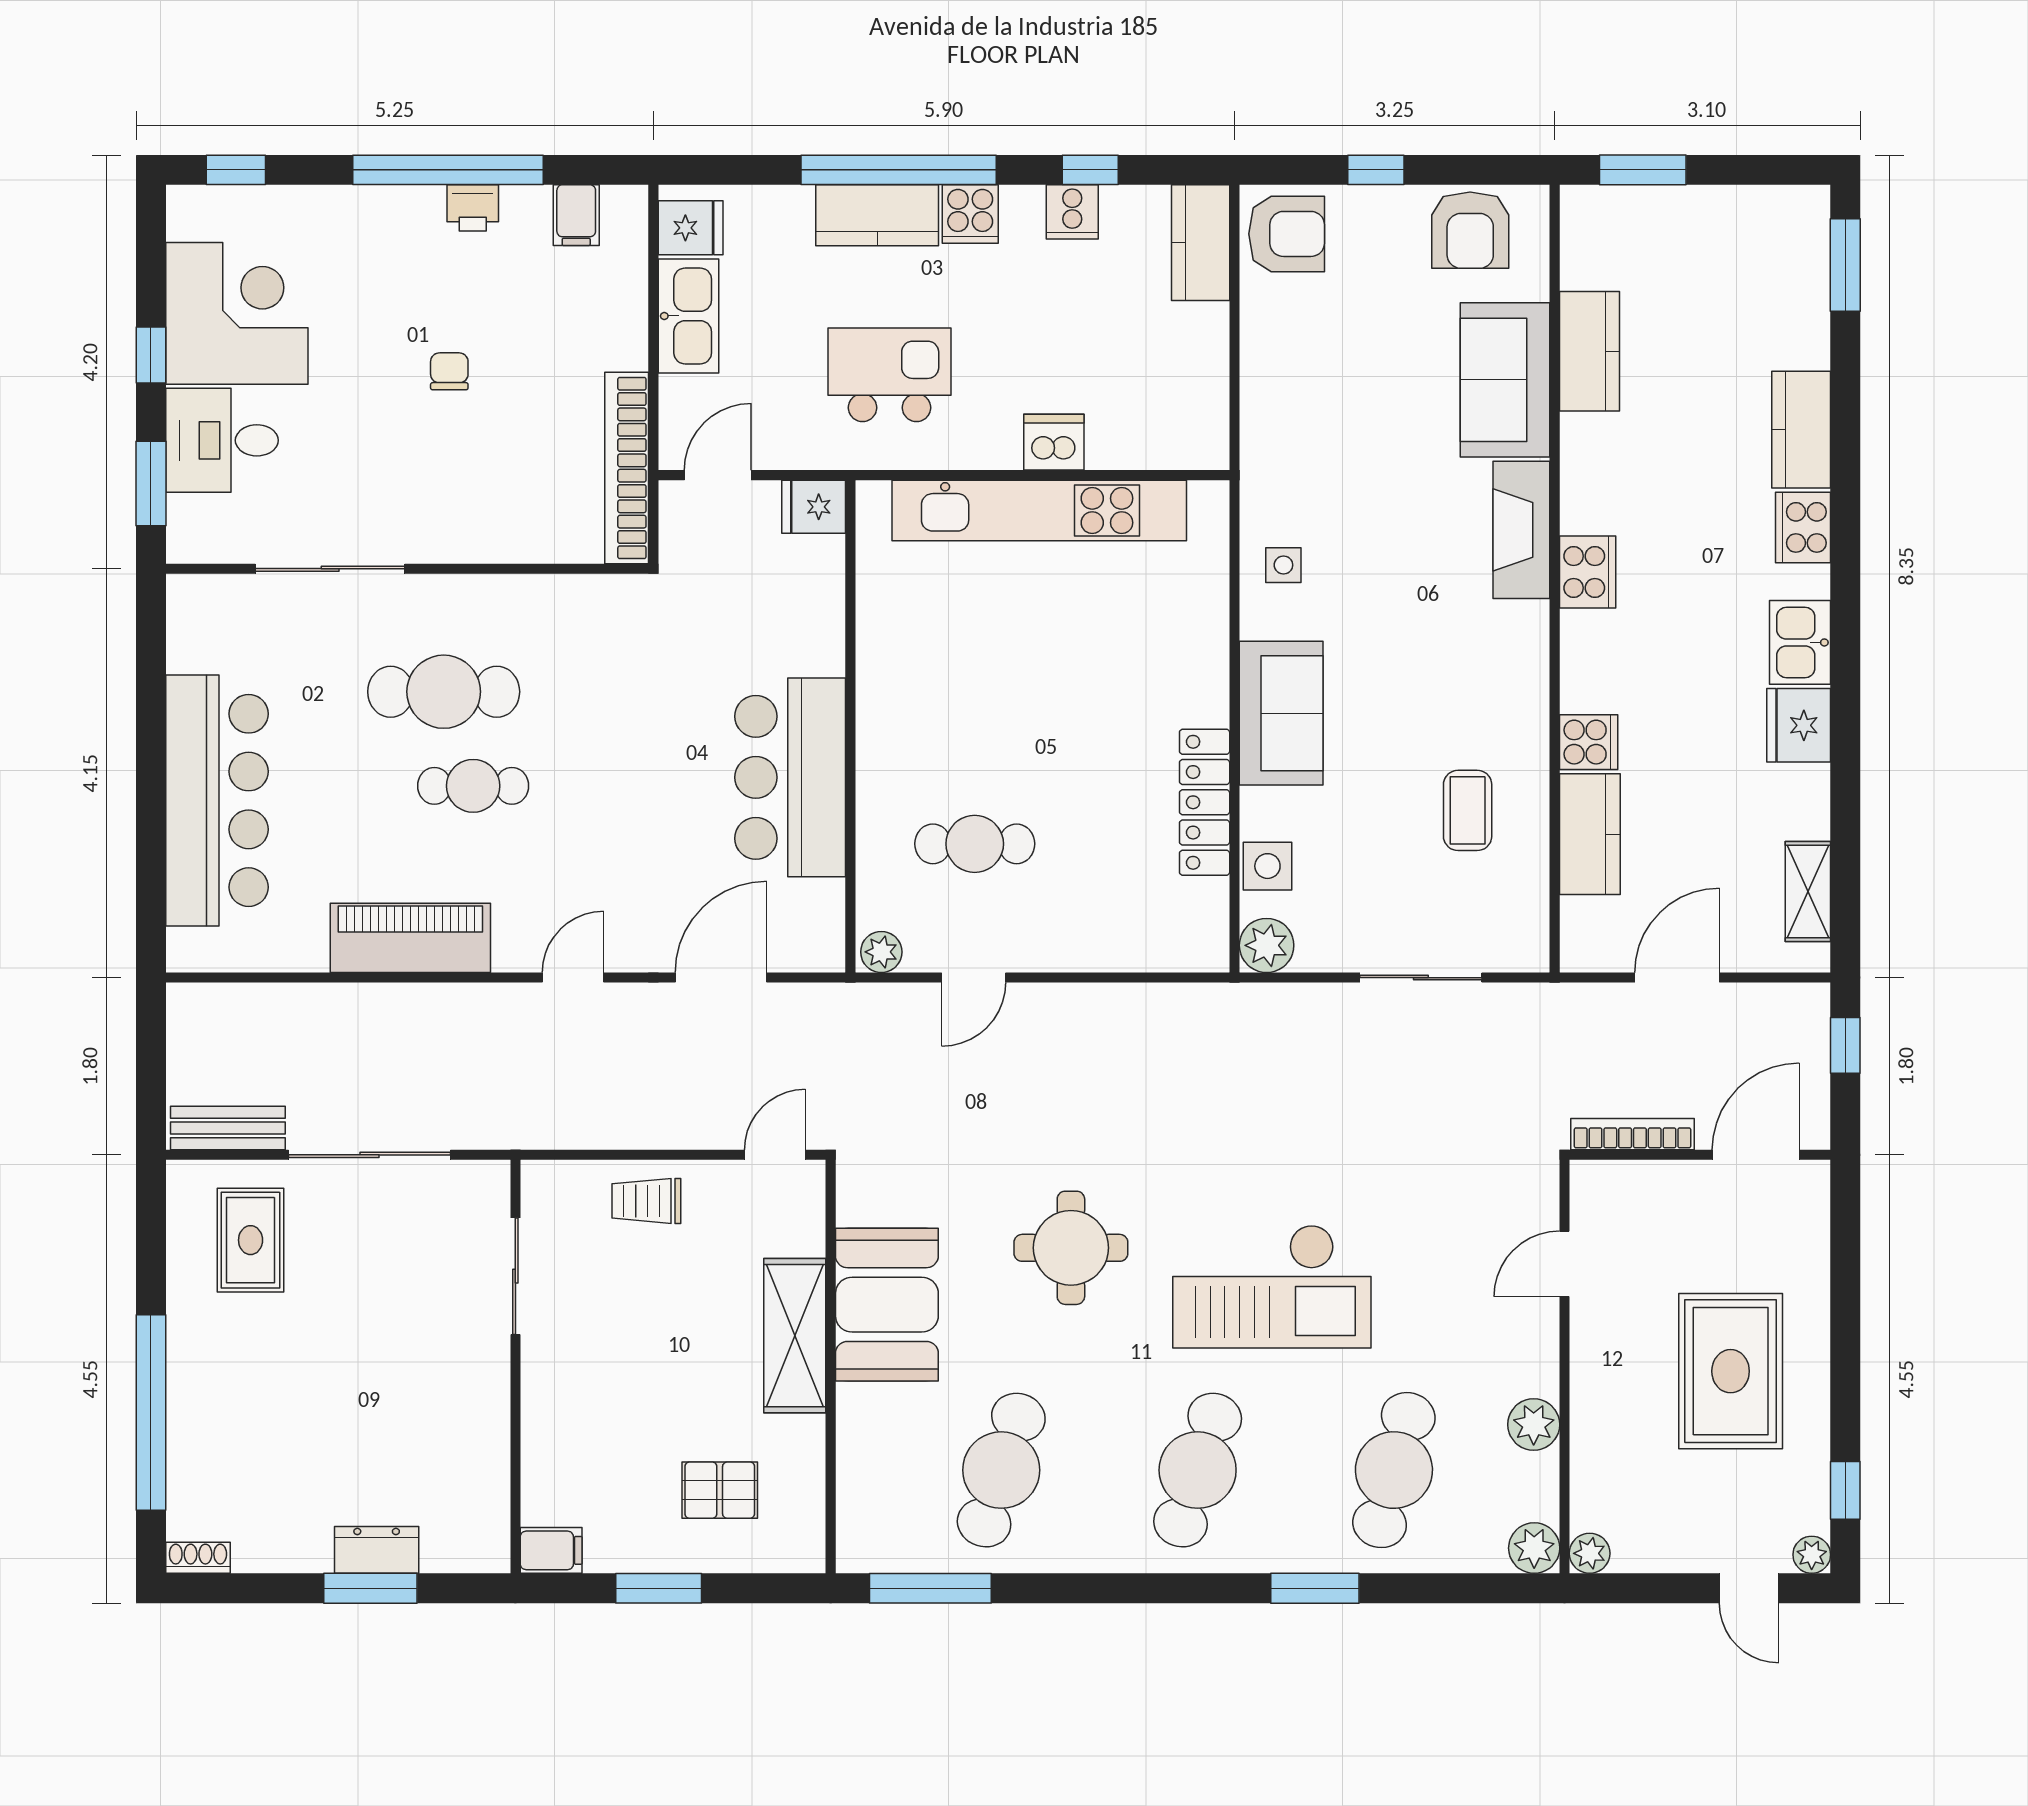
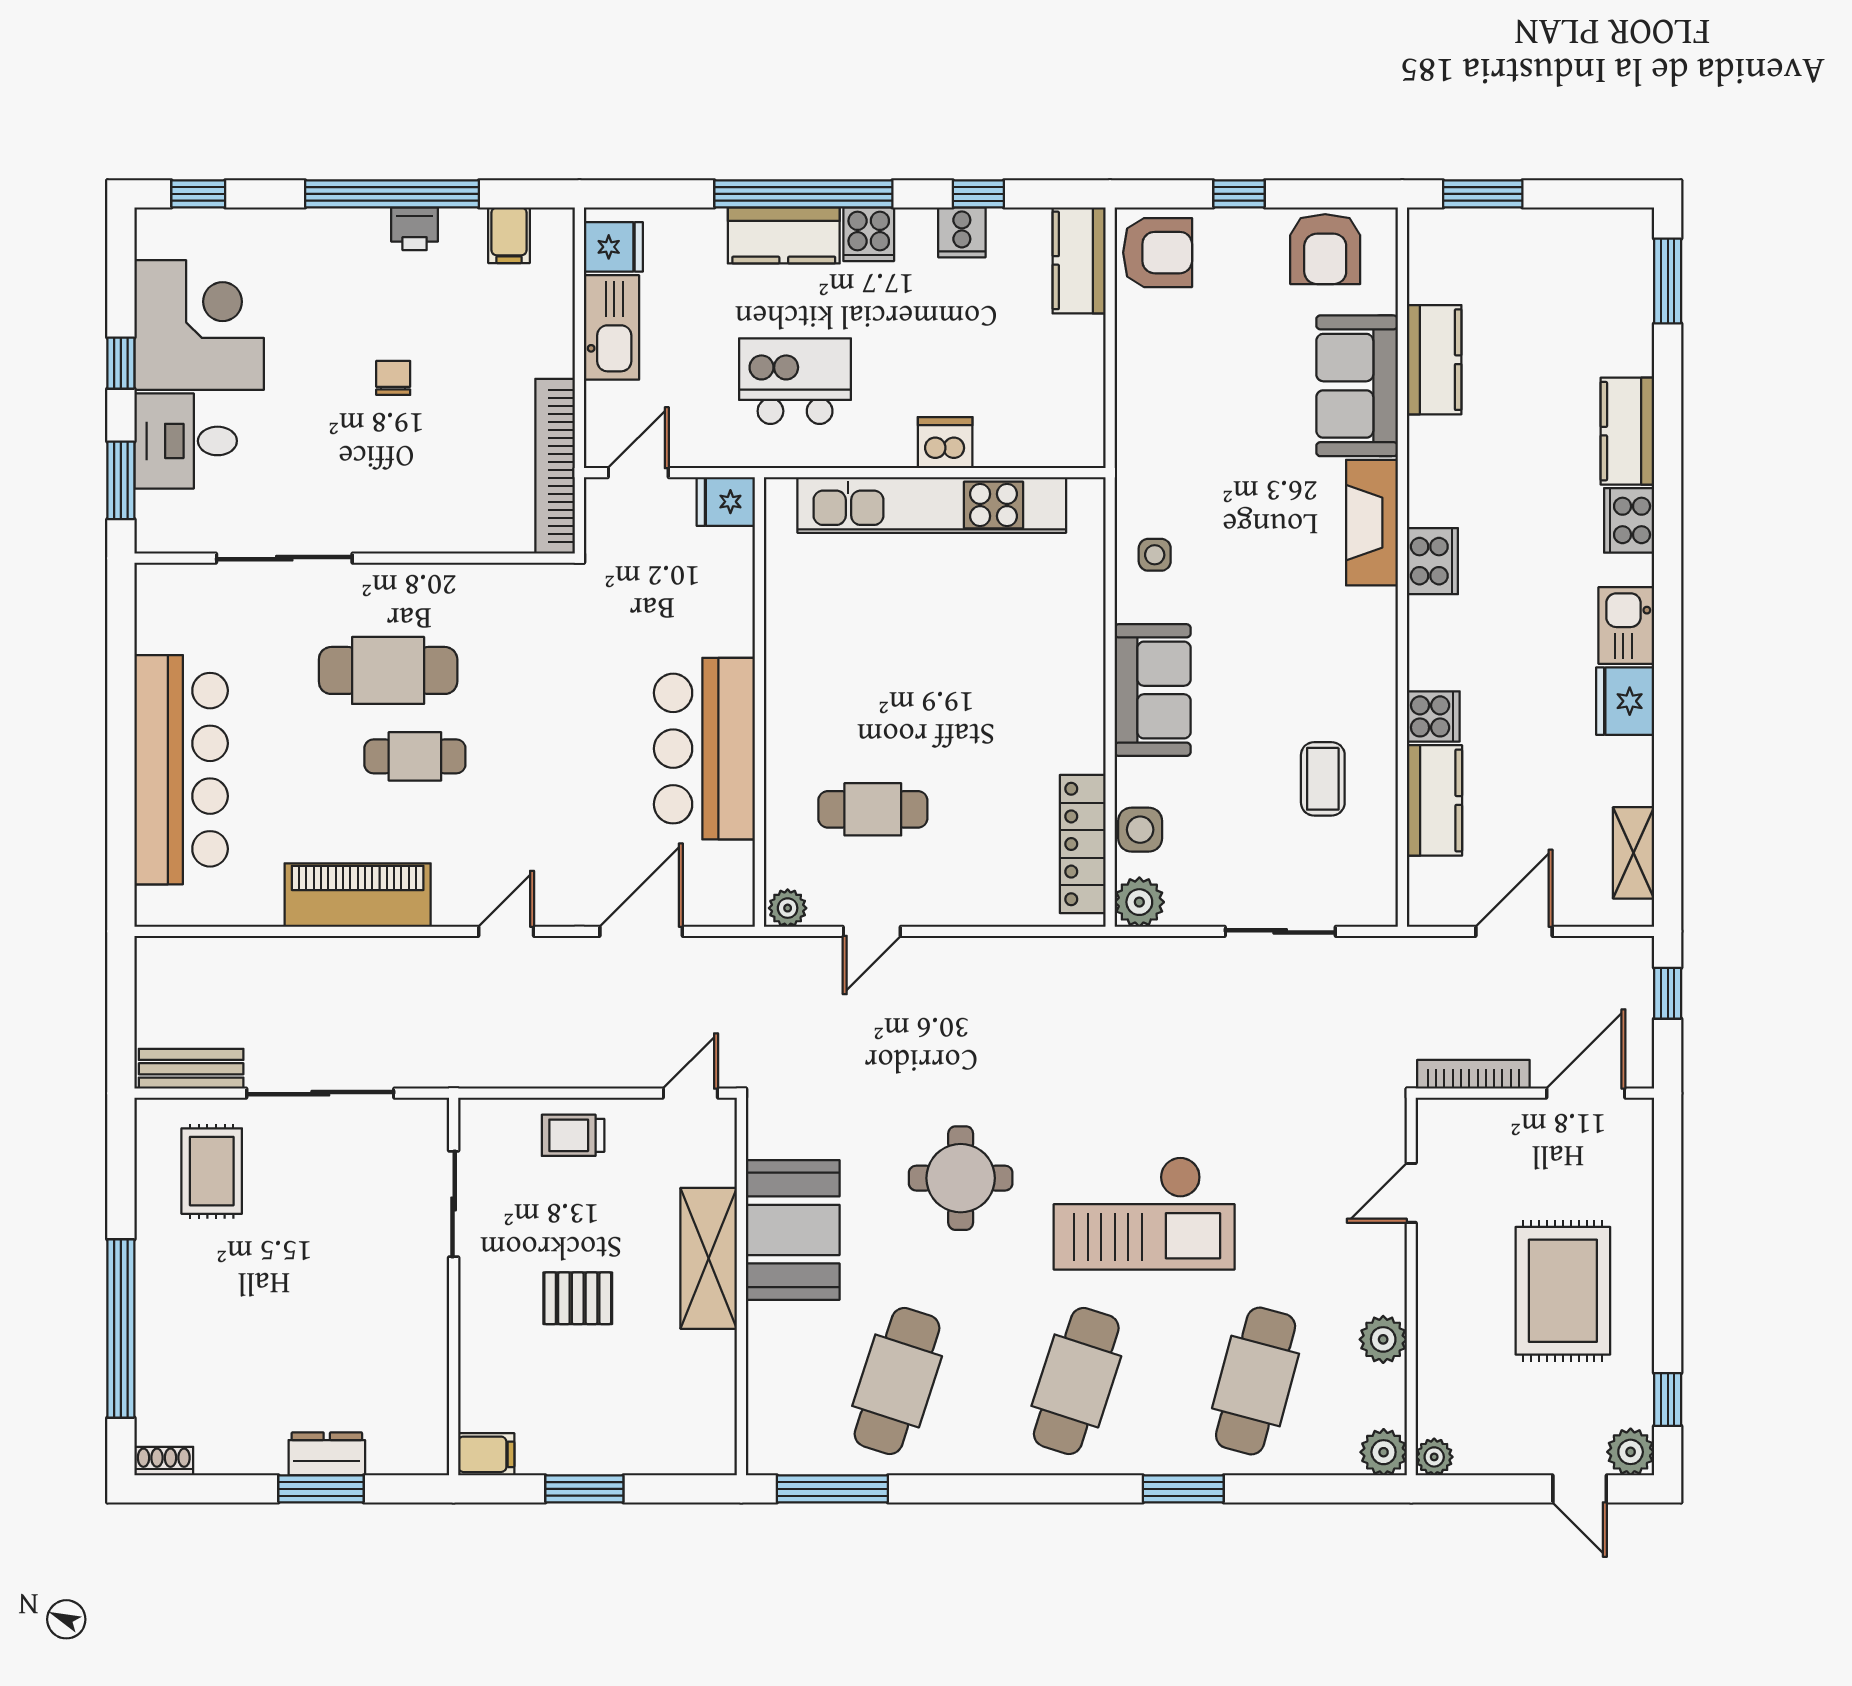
locker: (1205, 802) -> (1083, 844), moved
pallet: (720, 1490) -> (578, 1298), moved
plant: (1812, 1555) -> (1631, 1452), width x1.38, depth x1.38

